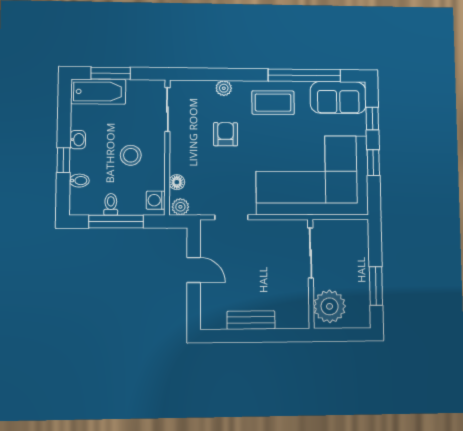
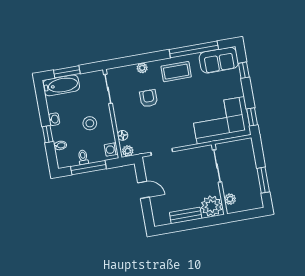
window: (373, 163) -> (252, 117), moved
corner sofa: (312, 175) -> (221, 120), width x0.73, depth x0.74
plant: (330, 306) -> (230, 199), width x0.53, depth x0.53
plant: (293, 312) -> (212, 206), added

